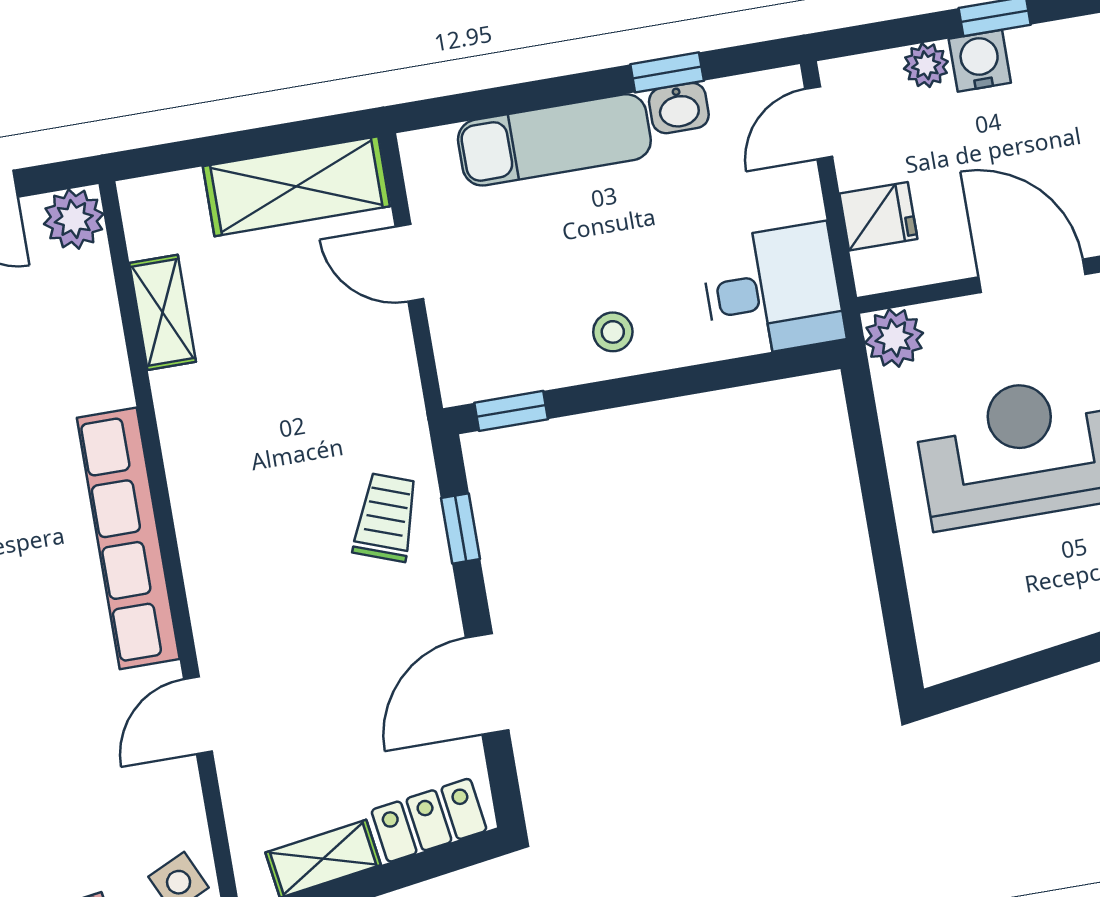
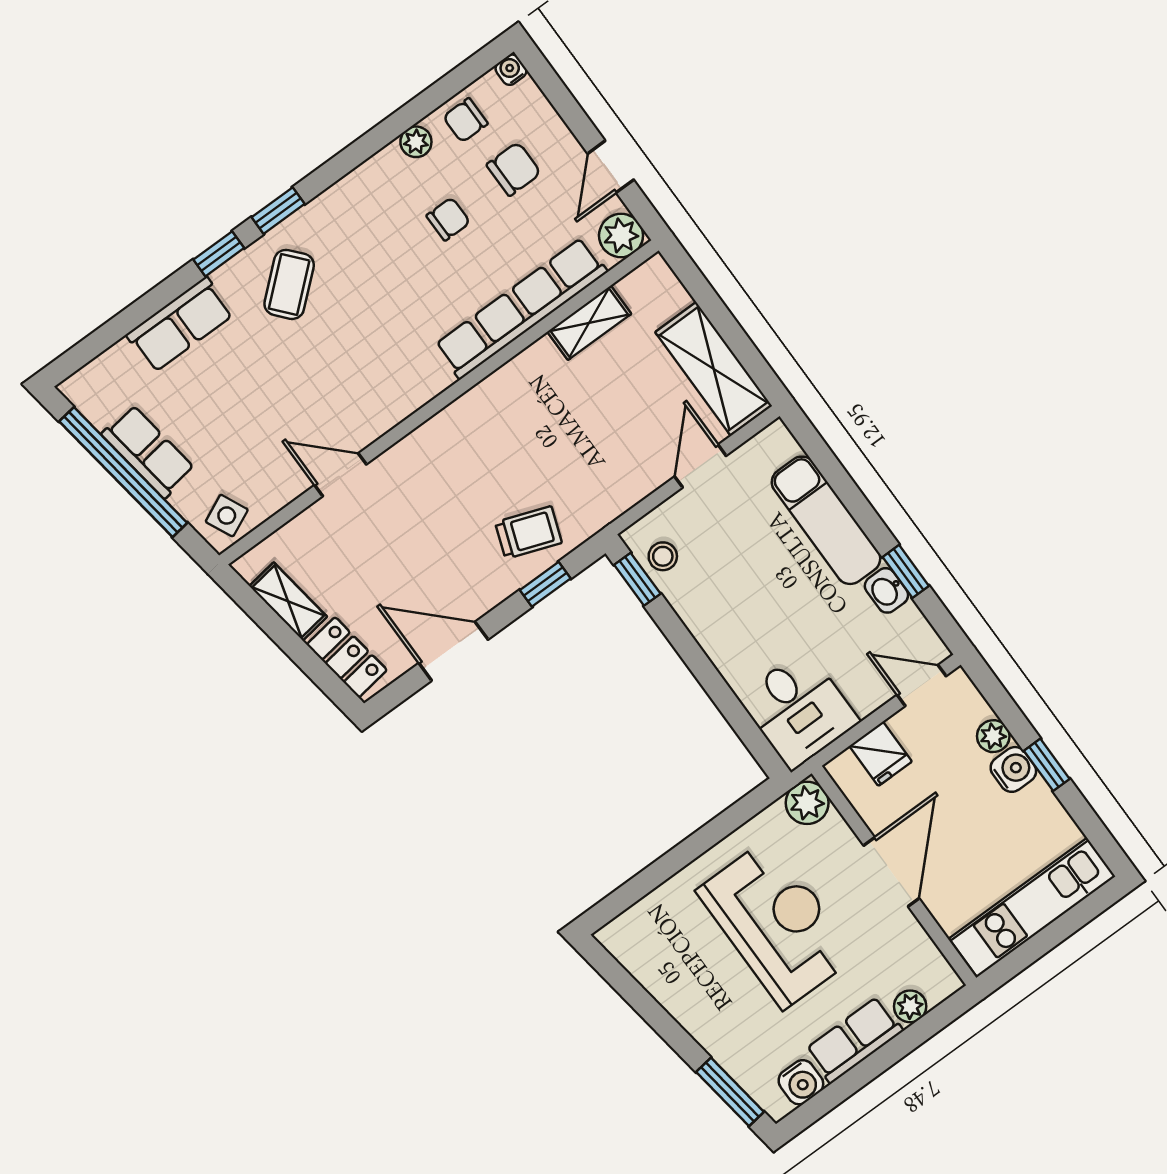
stool: (613, 332) -> (663, 556), moved
row of seats: (128, 538) -> (521, 308), moved

